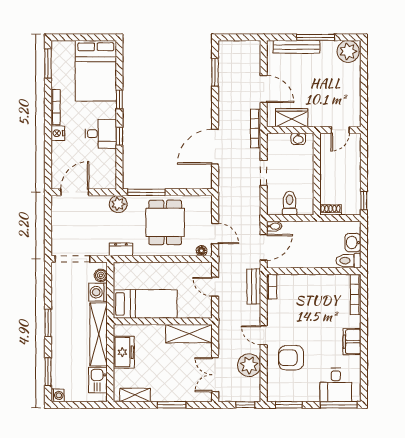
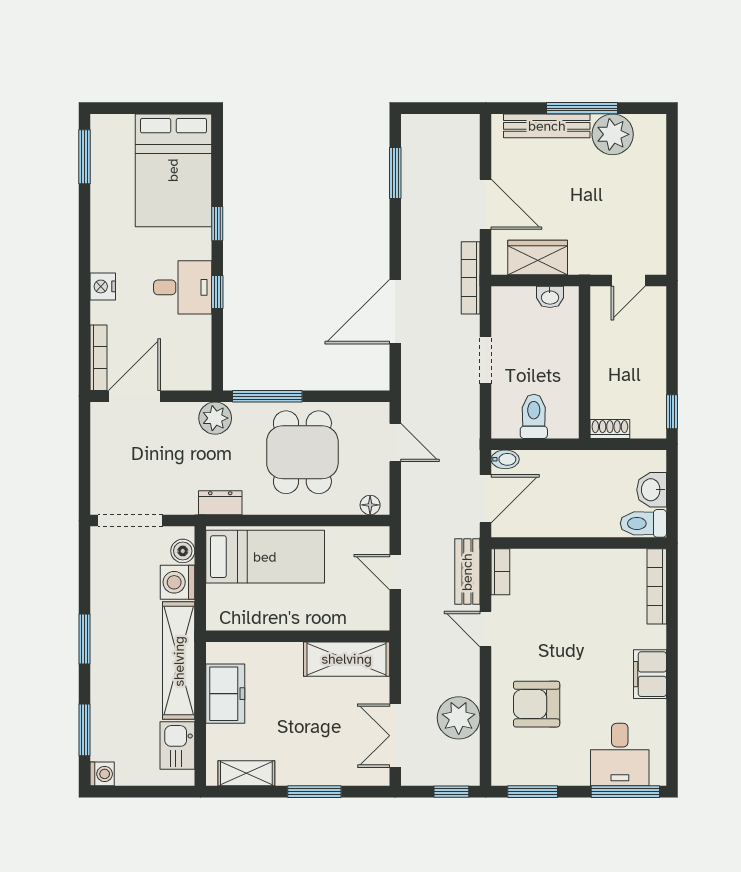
plant: (348, 51) -> (613, 134), moved
bookcase: (56, 107) -> (99, 358), moved
door: (215, 233) -> (395, 443), moved
bed: (145, 304) -> (265, 557), moved
door: (264, 335) -> (486, 629), moved

